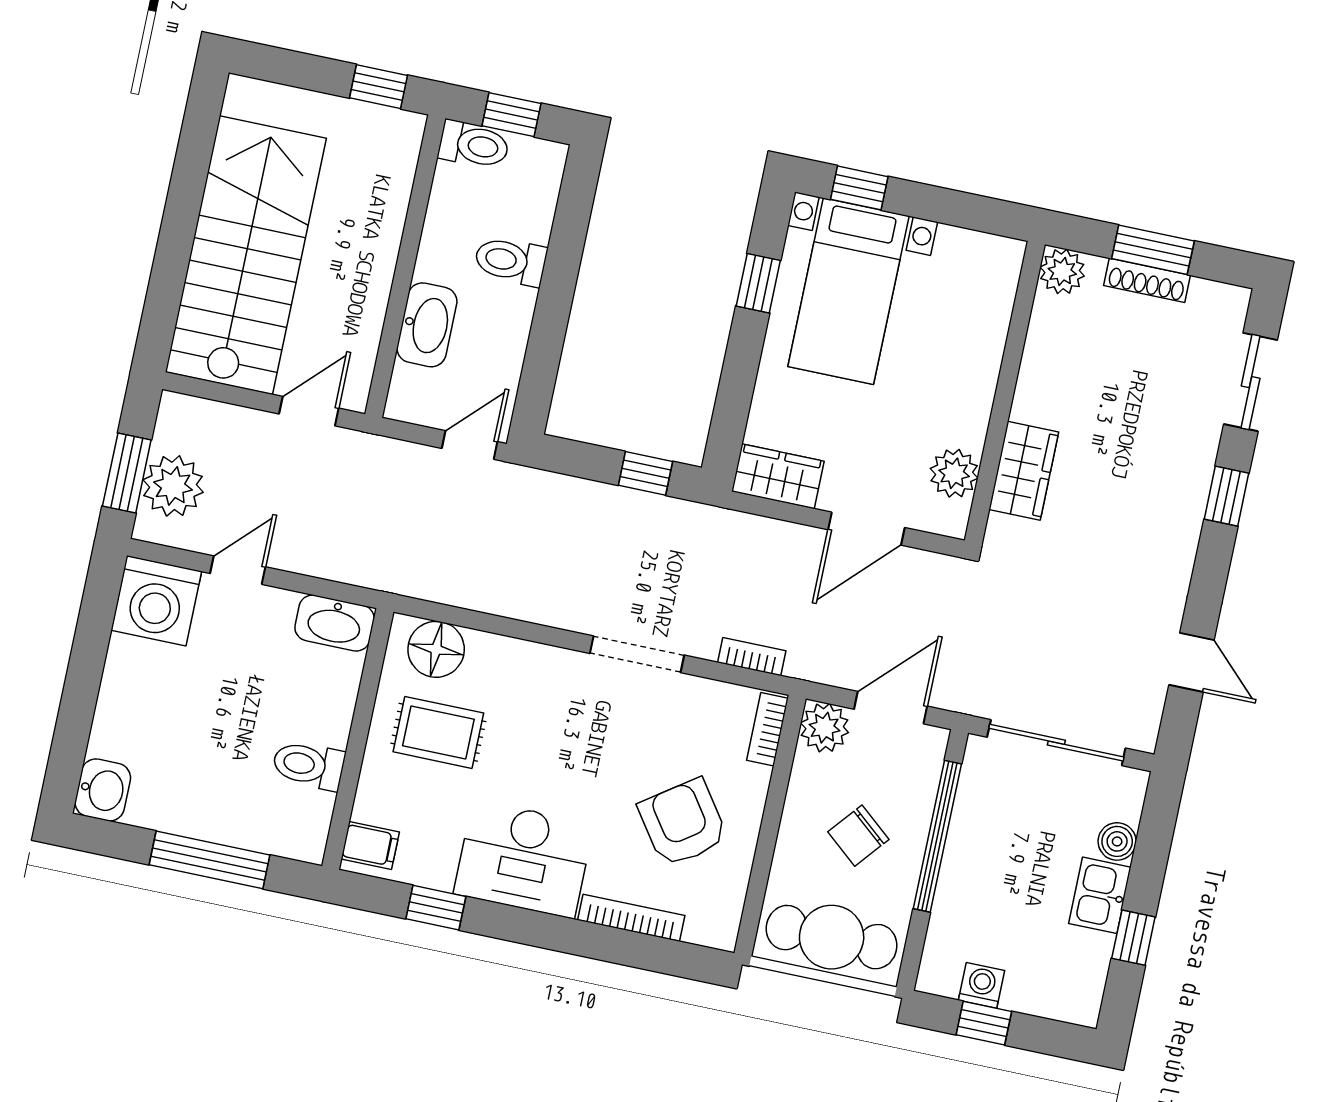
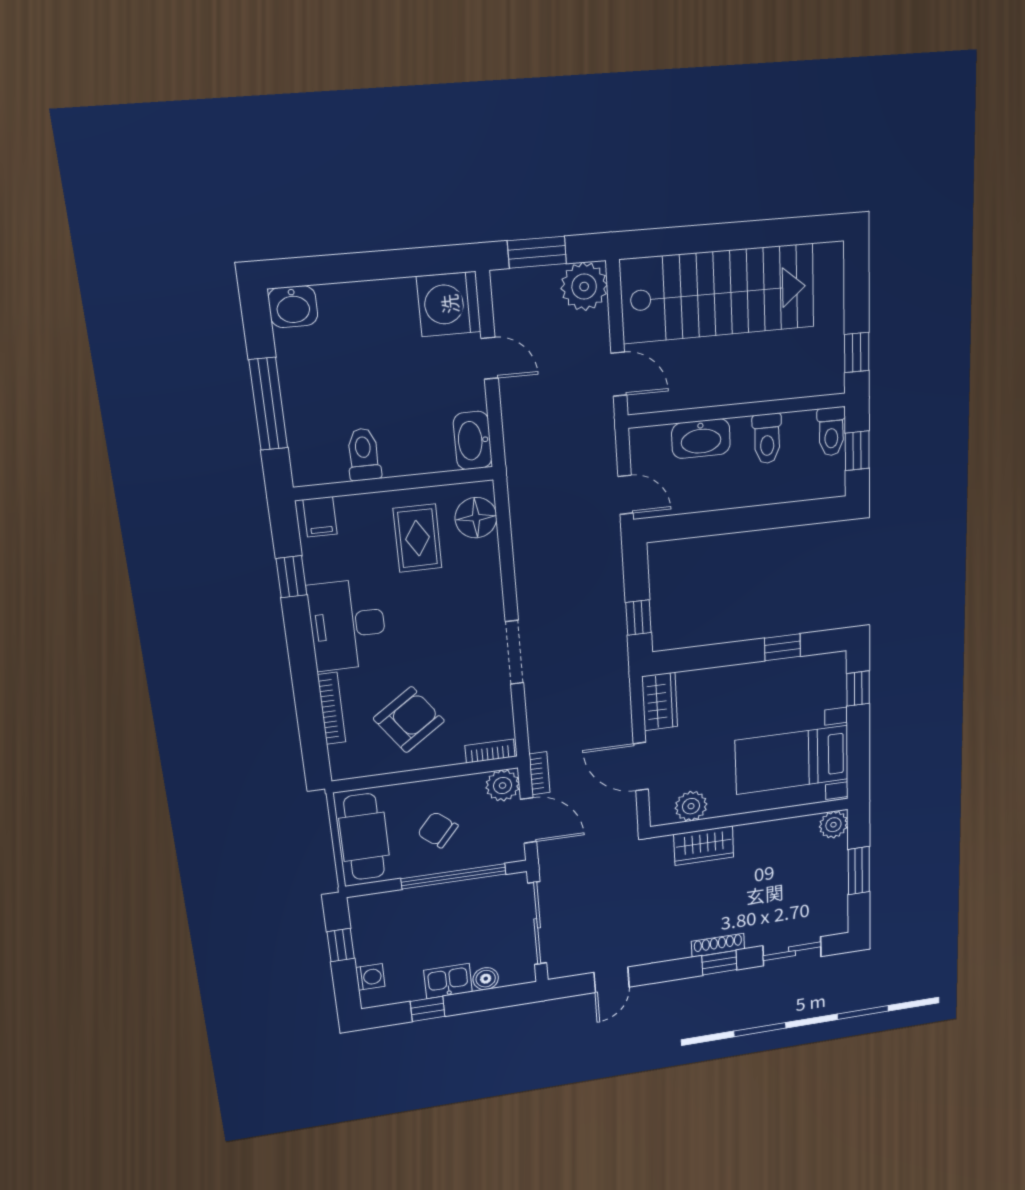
toilet: (510, 261) -> (767, 439), moved, turned 180
shoe rack: (1147, 280) -> (718, 945), moved, turned 90
bed with nightstands: (848, 291) -> (792, 760), moved
plant: (173, 486) -> (584, 287), moved
bookcase: (752, 657) -> (539, 773), moved
washing machine: (982, 985) -> (370, 977), moved

